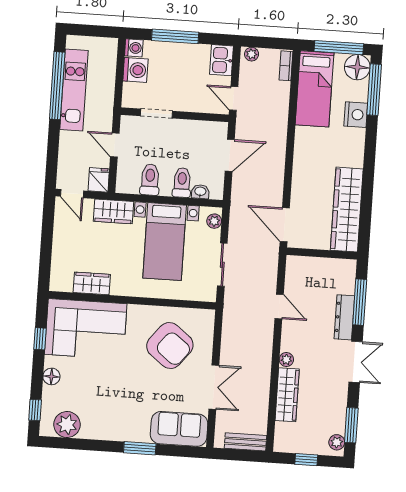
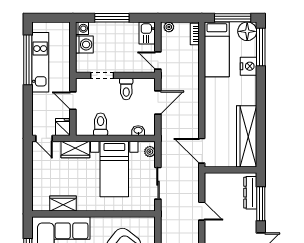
toilet: (182, 183) -> (126, 89), moved, turned 180
dresser: (344, 317) -> (250, 193), moved

